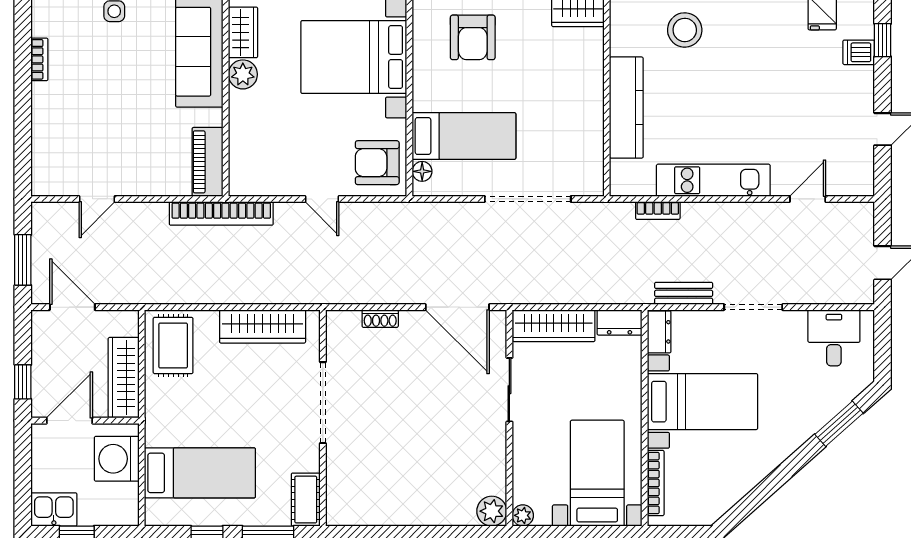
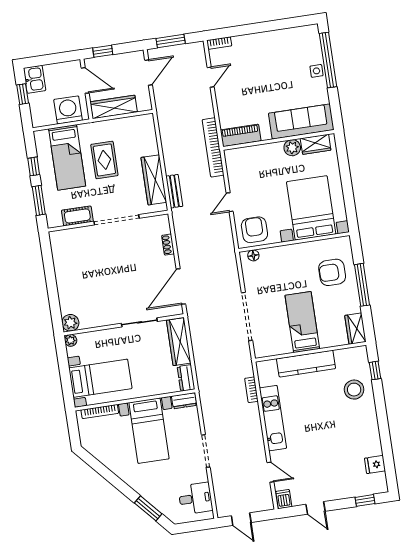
dishwasher: (859, 52) -> (284, 499), moved
bookcase: (39, 59) -> (219, 43), moved
bed: (464, 136) -> (302, 322), moved, turned 180
door: (97, 199) -> (211, 77), swing flipped
bench: (684, 293) -> (174, 191), moved
rug: (173, 345) -> (104, 160), moved, turned 90
cot: (306, 500) -> (77, 216), moved

